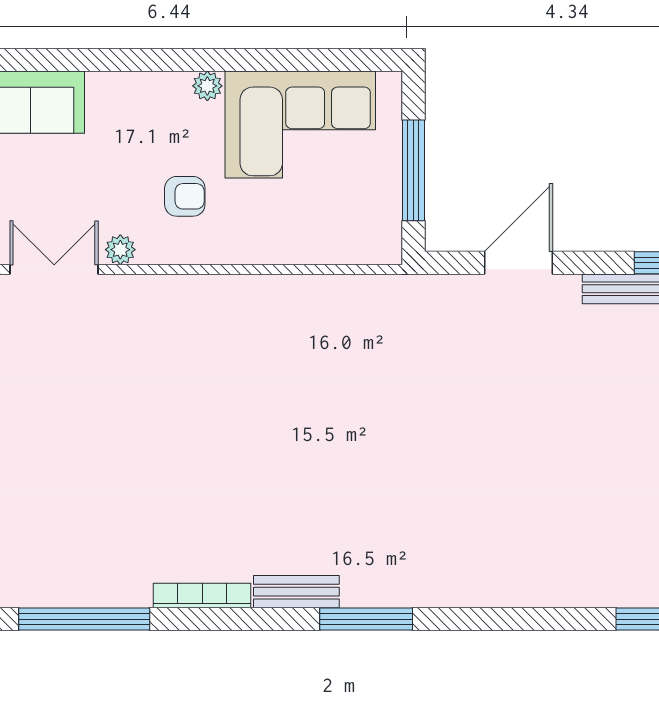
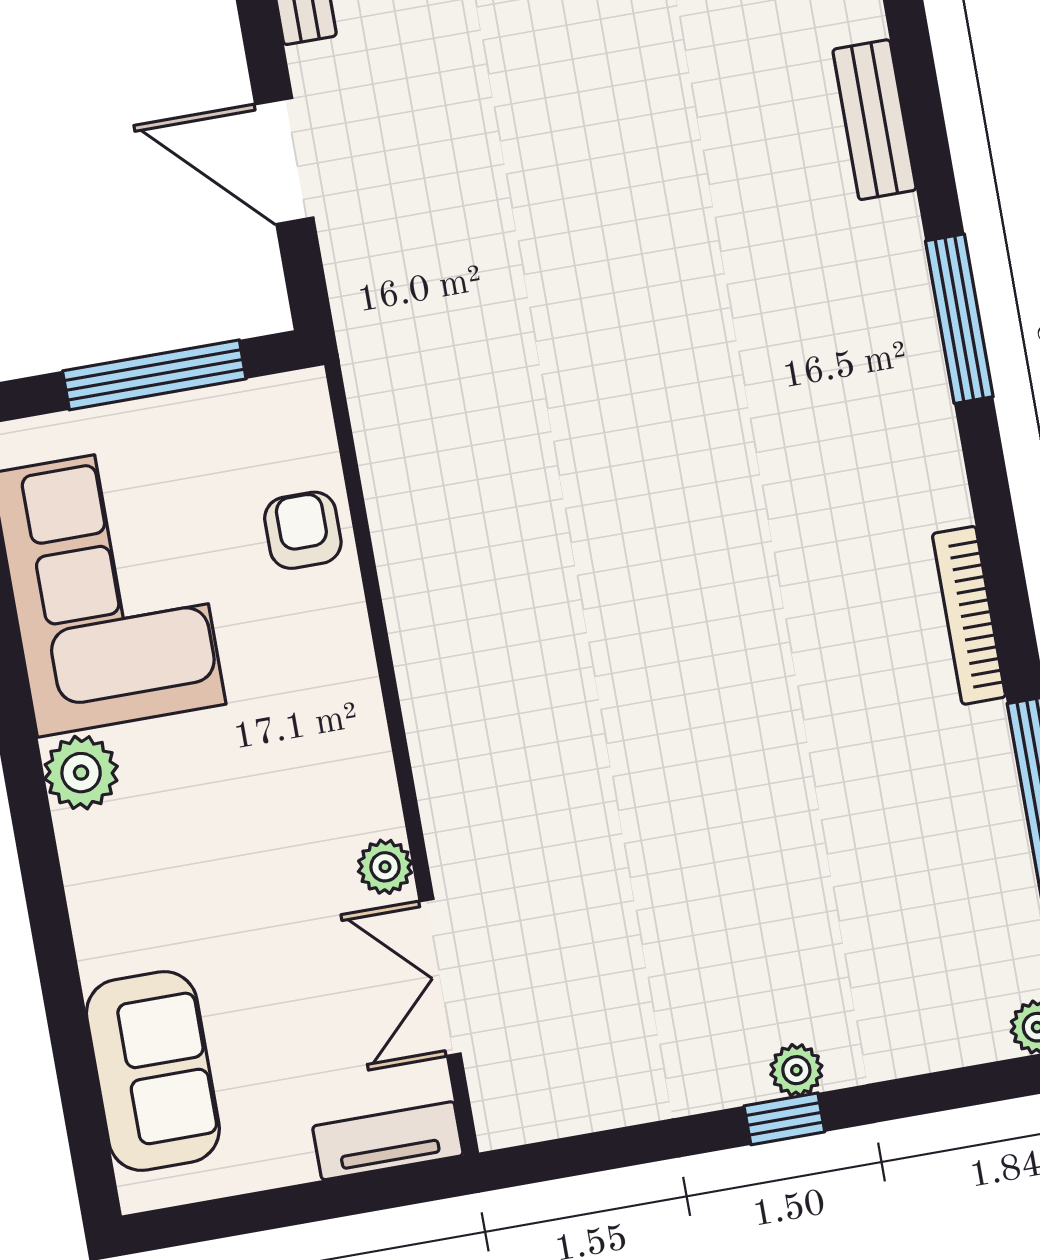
plant: (207, 86) -> (81, 773), width x1.38, depth x1.38
armchair: (185, 196) -> (303, 530), moved
bench: (296, 592) -> (874, 120), moved

